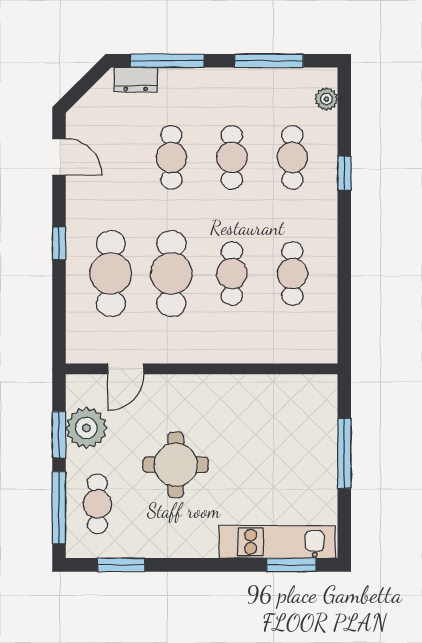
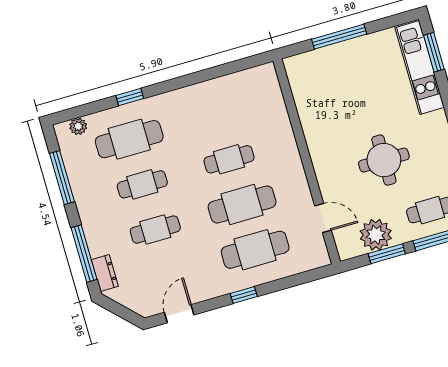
cafe table: (292, 157) -> (129, 139), width x1.37, depth x1.35
cafe table: (292, 274) -> (216, 114), removed

